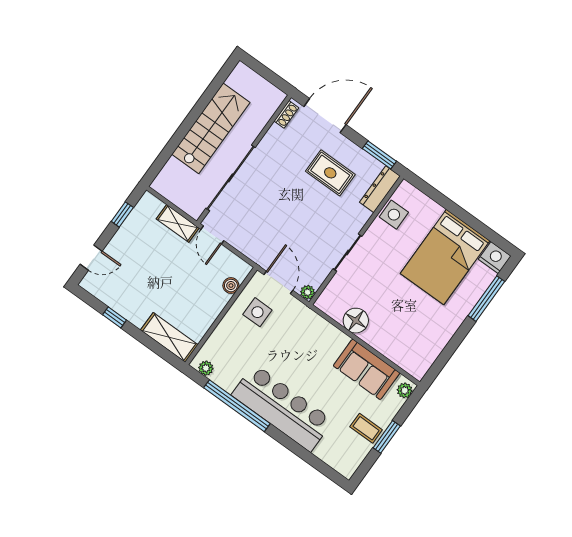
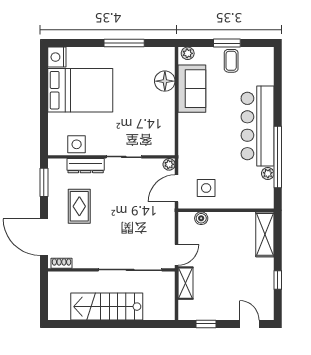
dresser: (380, 189) -> (86, 166), moved
window: (486, 299) -> (124, 43), moved
floor lamp: (356, 321) -> (165, 81), moved
plant: (206, 368) -> (268, 173), moved

